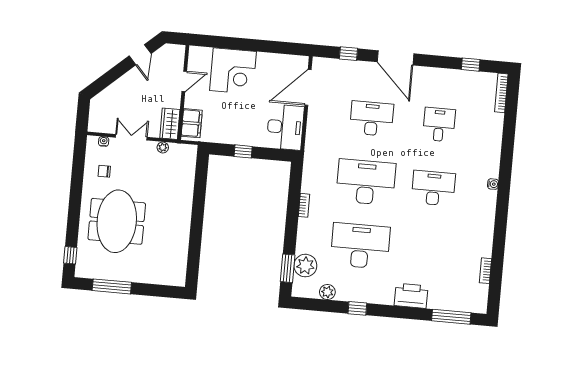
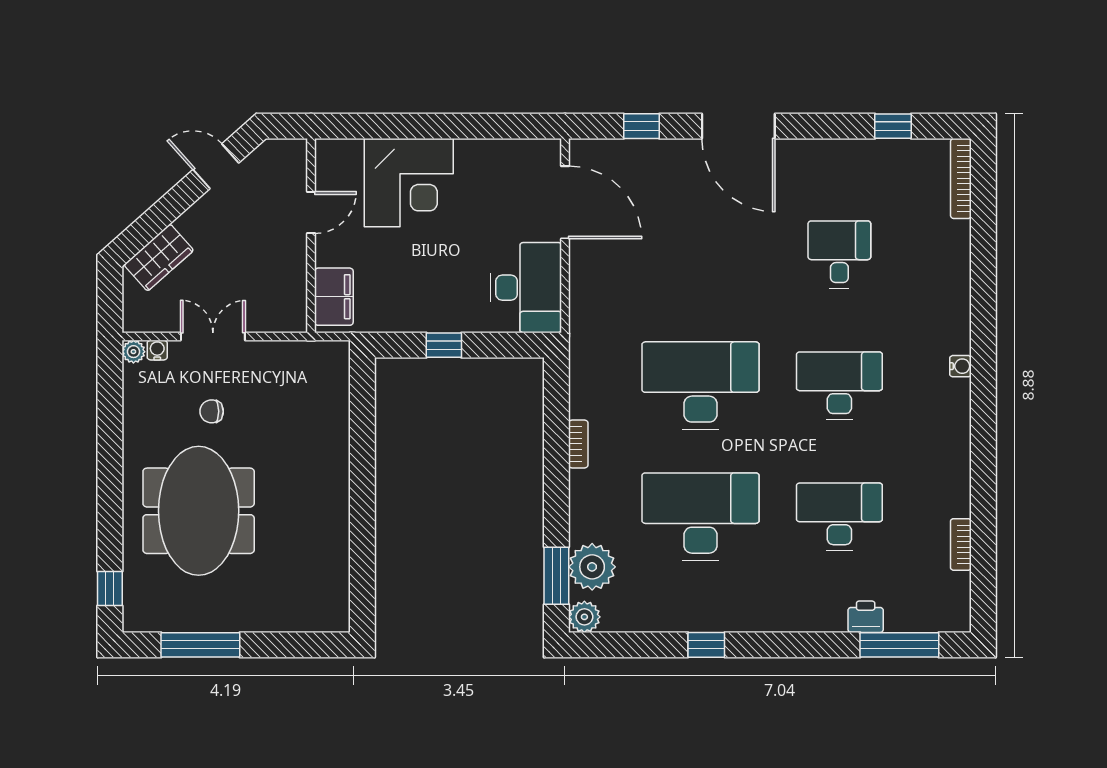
door: (140, 55) -> (216, 166), swing flipped
door: (308, 87) -> (565, 202), swing flipped
desk: (372, 119) -> (839, 517), moved
wardrobe: (170, 124) -> (159, 257), moved, turned -132
plant: (163, 147) -> (133, 352), moved
chair: (104, 171) -> (212, 411), moved
plant: (327, 292) -> (584, 617), moved
printer: (411, 296) -> (866, 617), moved, width x0.53, depth x0.68

